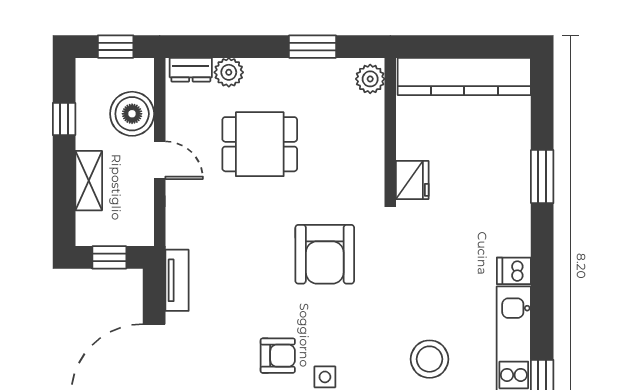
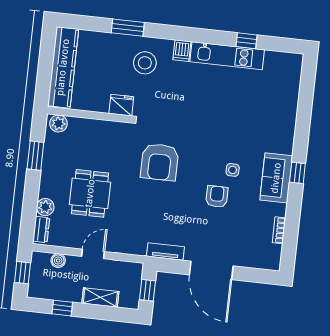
boiler: (132, 114) -> (58, 261), width x0.54, depth x0.54
armchair: (325, 254) -> (160, 162), turned 90
stool: (429, 359) -> (145, 63), moved

